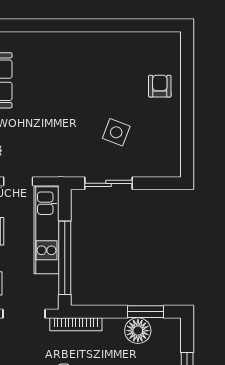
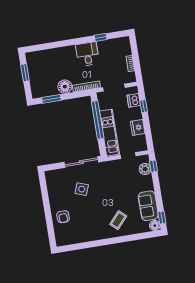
coffee table: (57, 63) -> (118, 220), added
sliding door: (109, 183) -> (81, 162), width x1.37
floor lamp: (138, 331) -> (65, 87), moved

